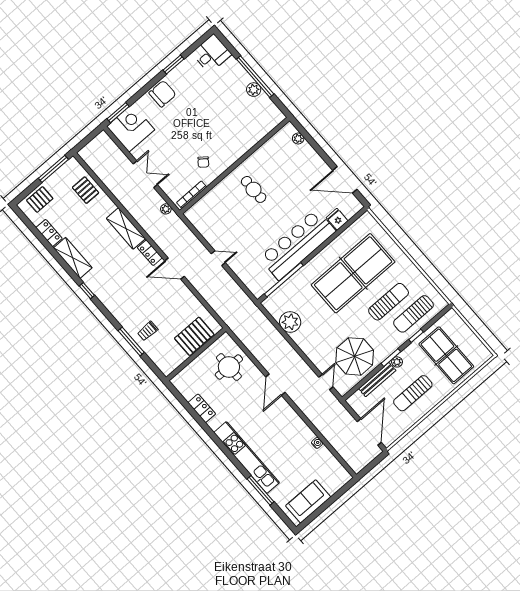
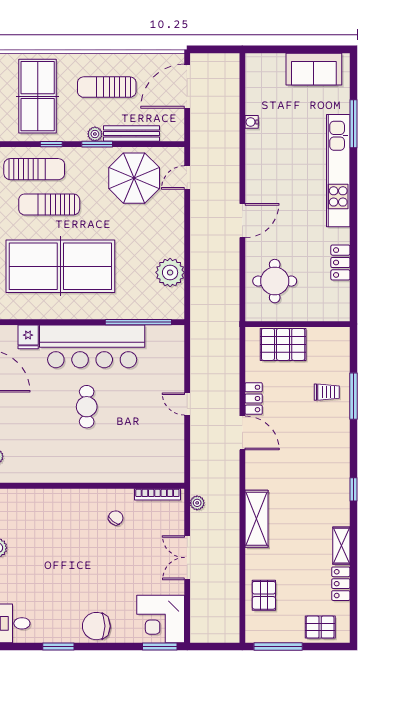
cafe table: (254, 189) -> (87, 407), moved
locker: (150, 253) -> (254, 398), moved
shelving: (73, 258) -> (341, 546), width x0.67, depth x0.75
sun lounger: (413, 393) -> (107, 87), turned 180

